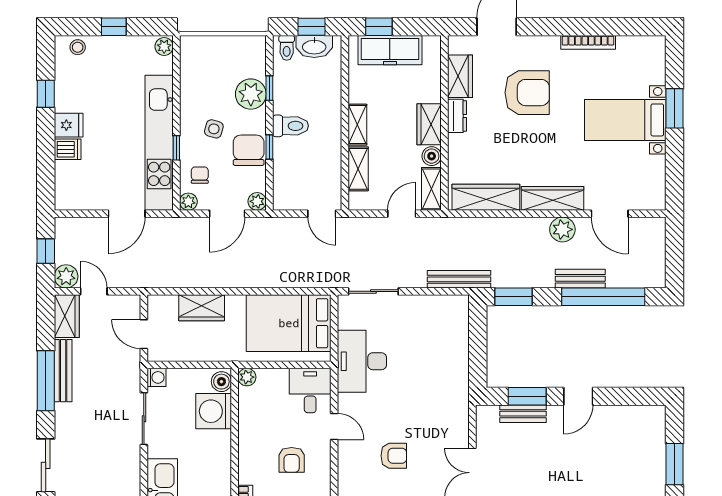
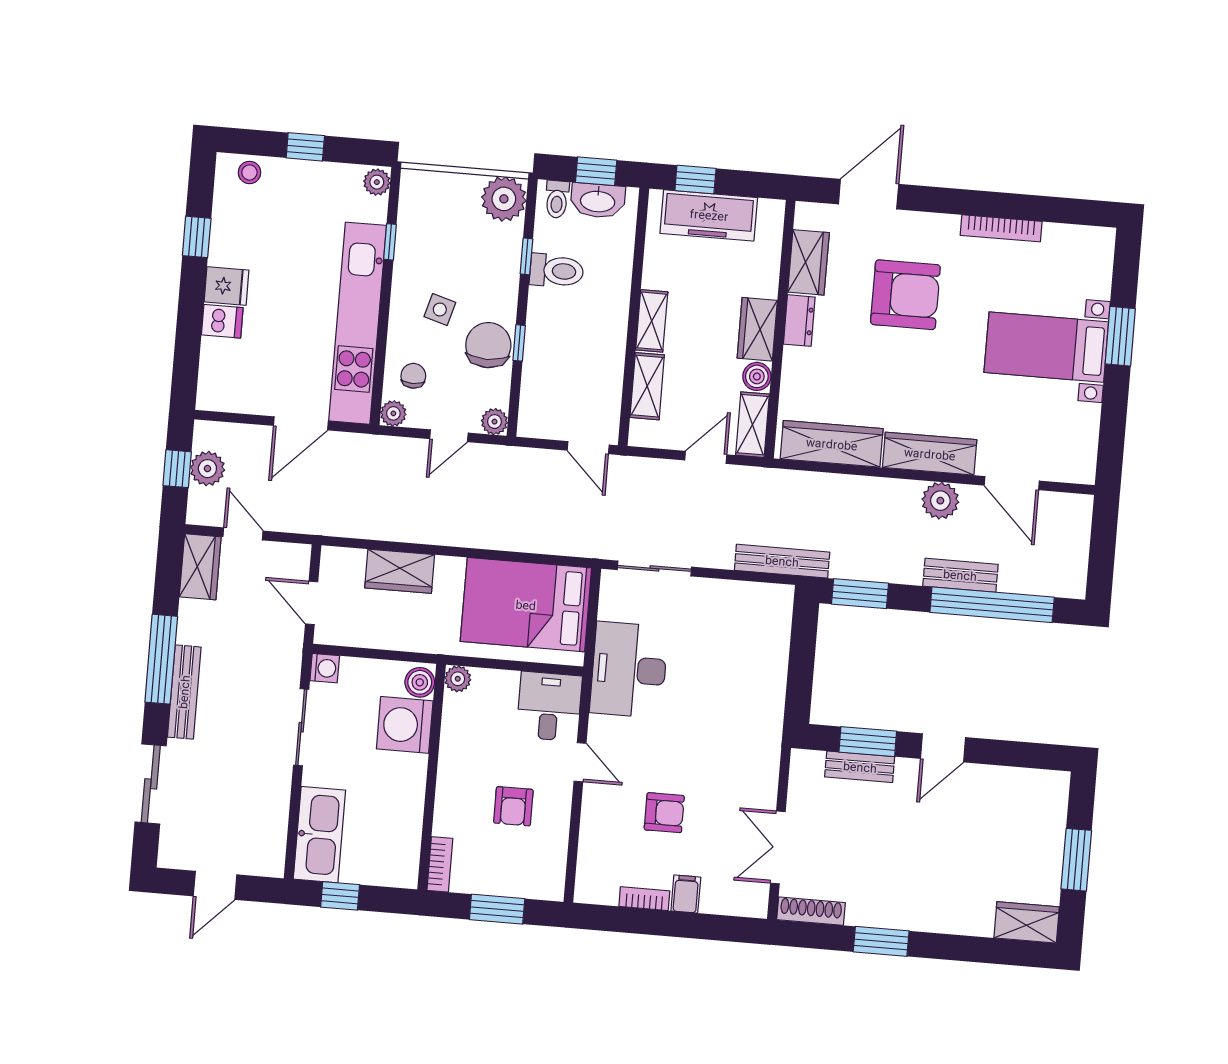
plant: (251, 94) -> (504, 199), moved
toilet: (290, 126) -> (557, 271), moved
window: (176, 148) -> (390, 242), moved
door: (227, 214) -> (449, 436), width x0.73
plant: (66, 276) -> (207, 469), moved
bench: (63, 371) -> (184, 692), moved

